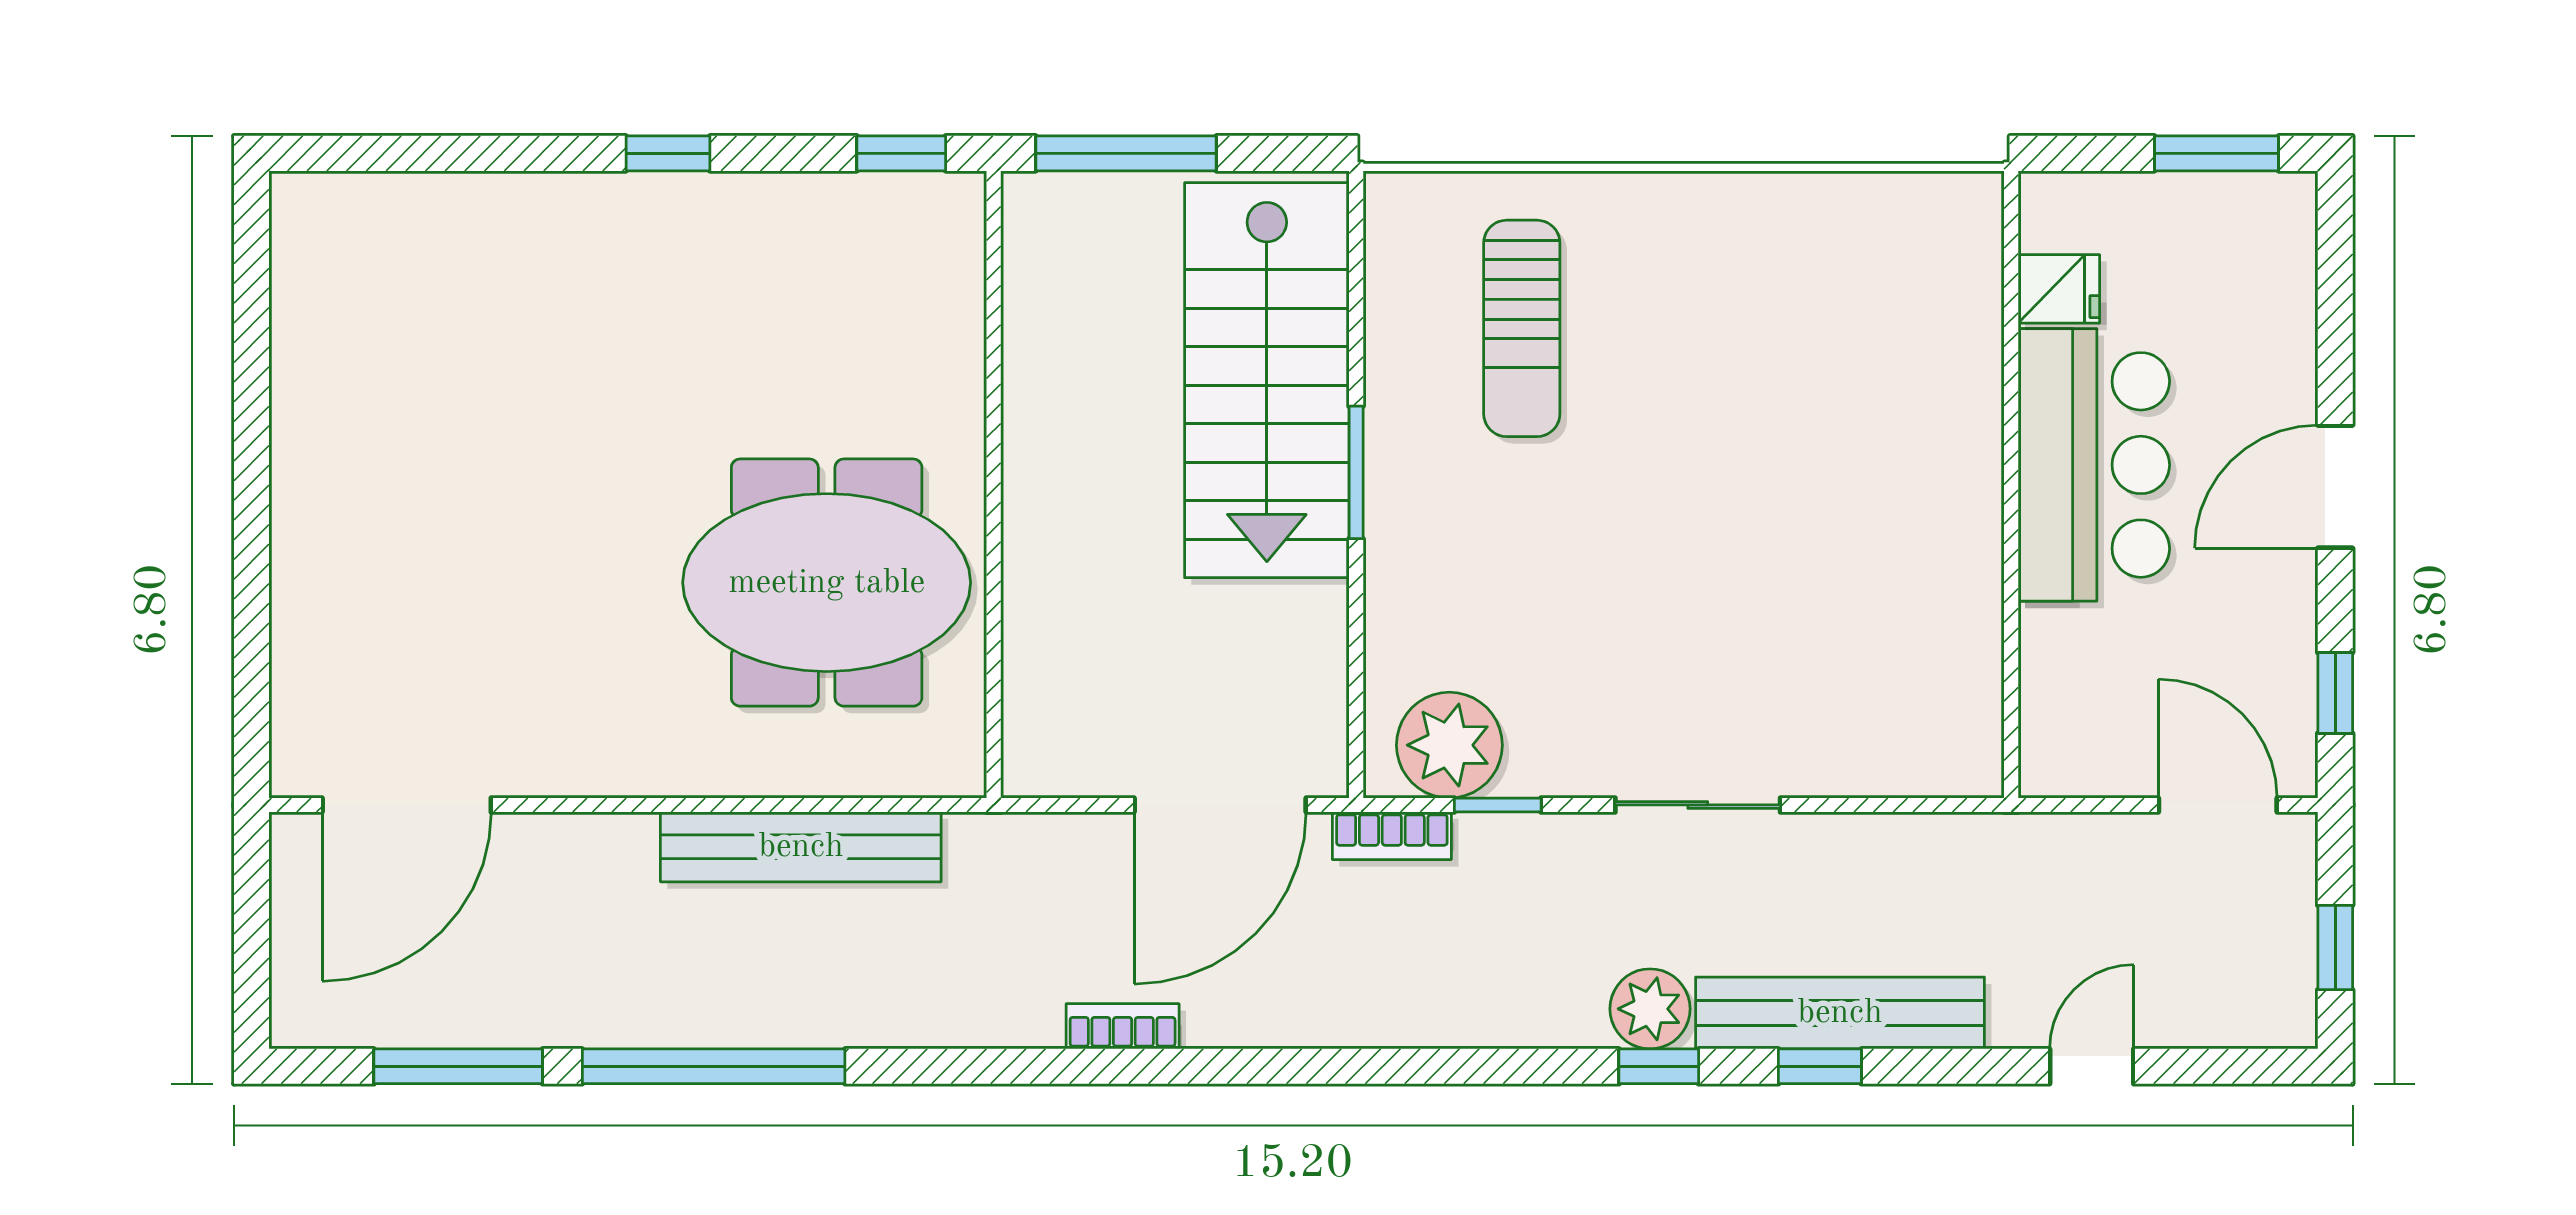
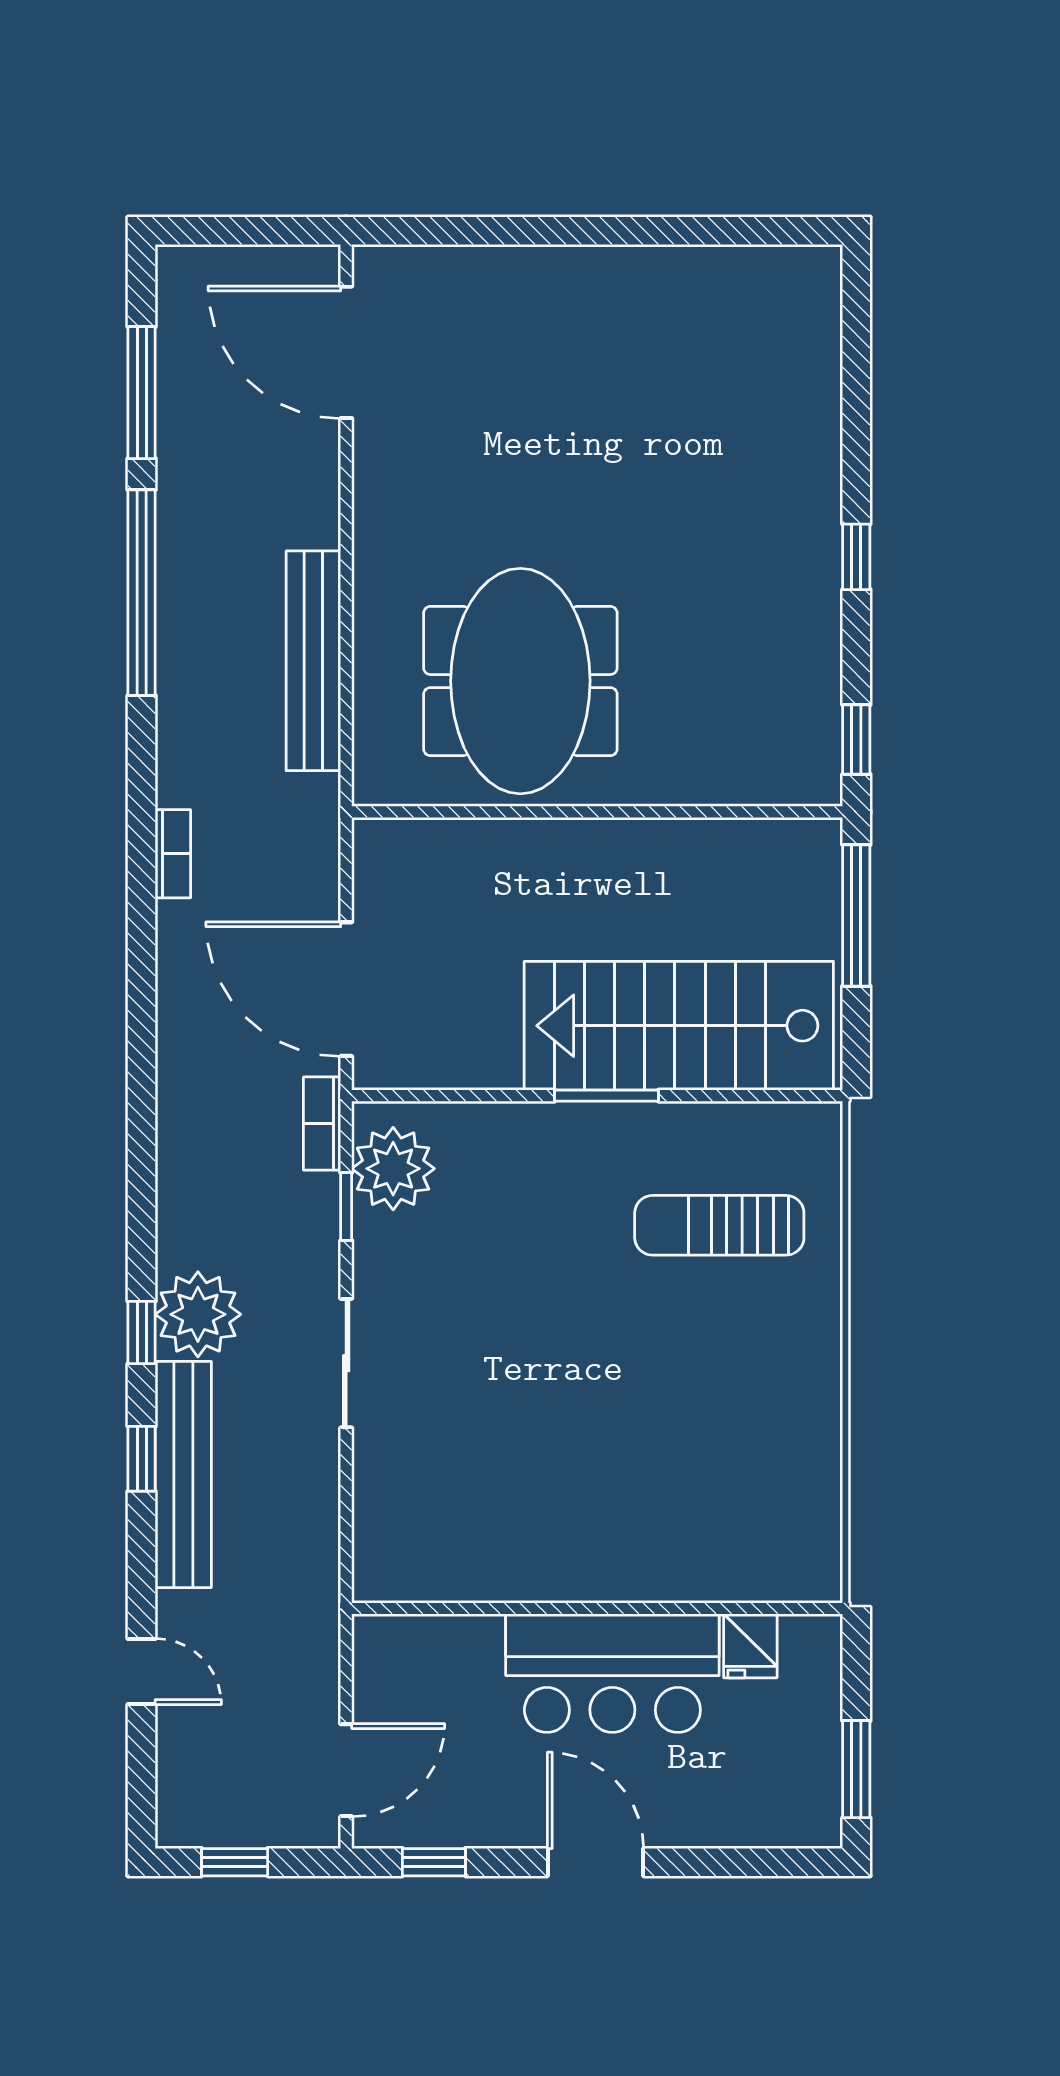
plant: (1650, 1009) -> (198, 1314), width x1.36, depth x1.36
bookcase: (1123, 1026) -> (173, 854), moved

